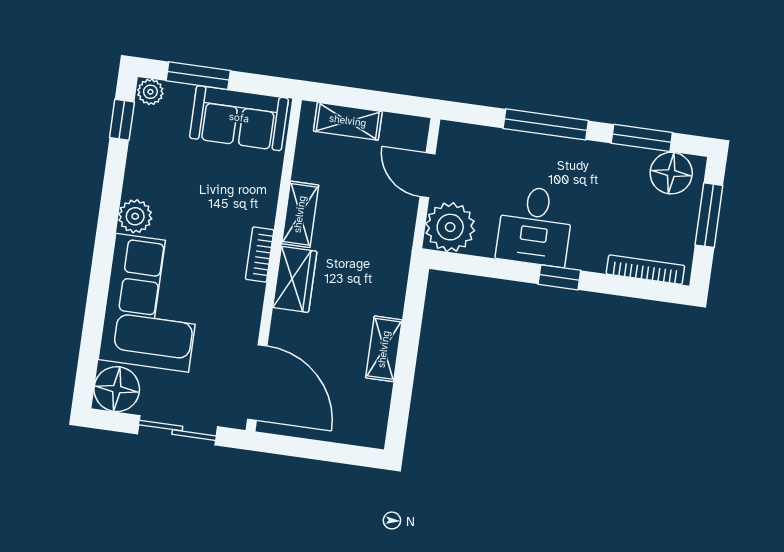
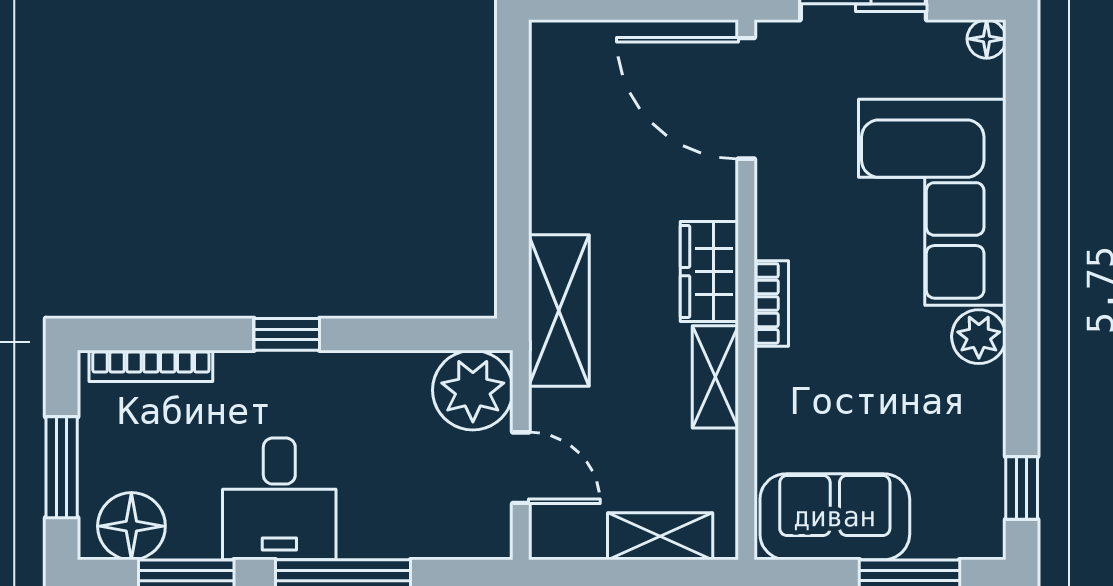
plant: (150, 92) -> (982, 539), removed
desk: (535, 226) -> (279, 499), moved, turned 180
shelving: (384, 349) -> (559, 310), moved, width x1.50, depth x1.33
floor lamp: (117, 389) -> (987, 39), width x0.53, depth x0.53

